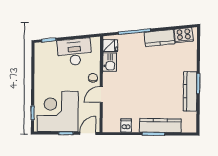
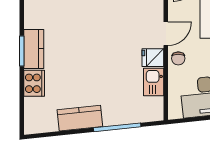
cooker: (184, 35) -> (34, 83), moved, turned 96
fridge: (110, 46) -> (153, 58), moved
kitchen counter: (190, 91) -> (34, 49), width x0.67

